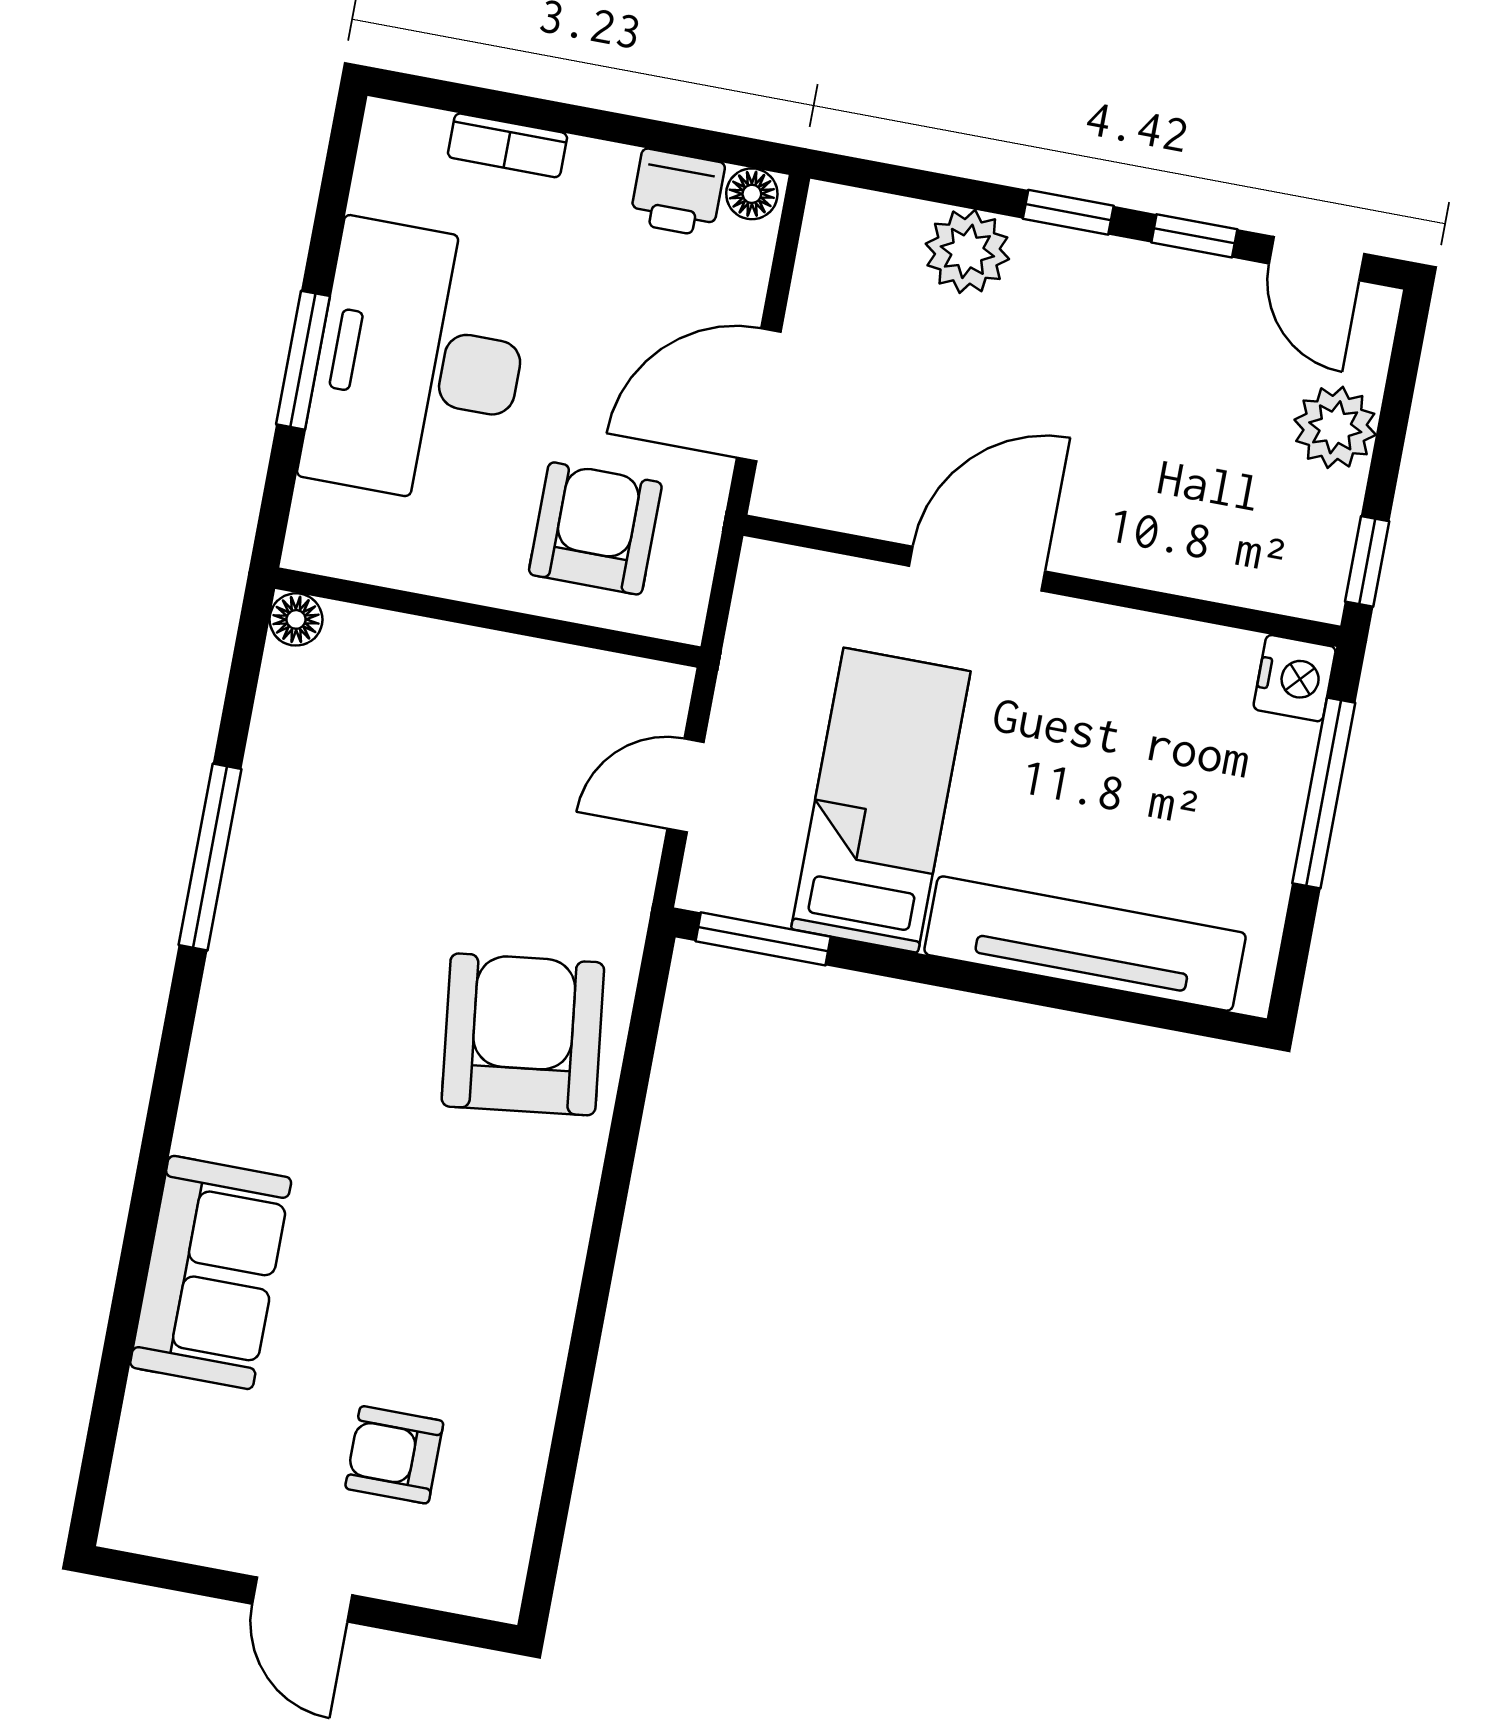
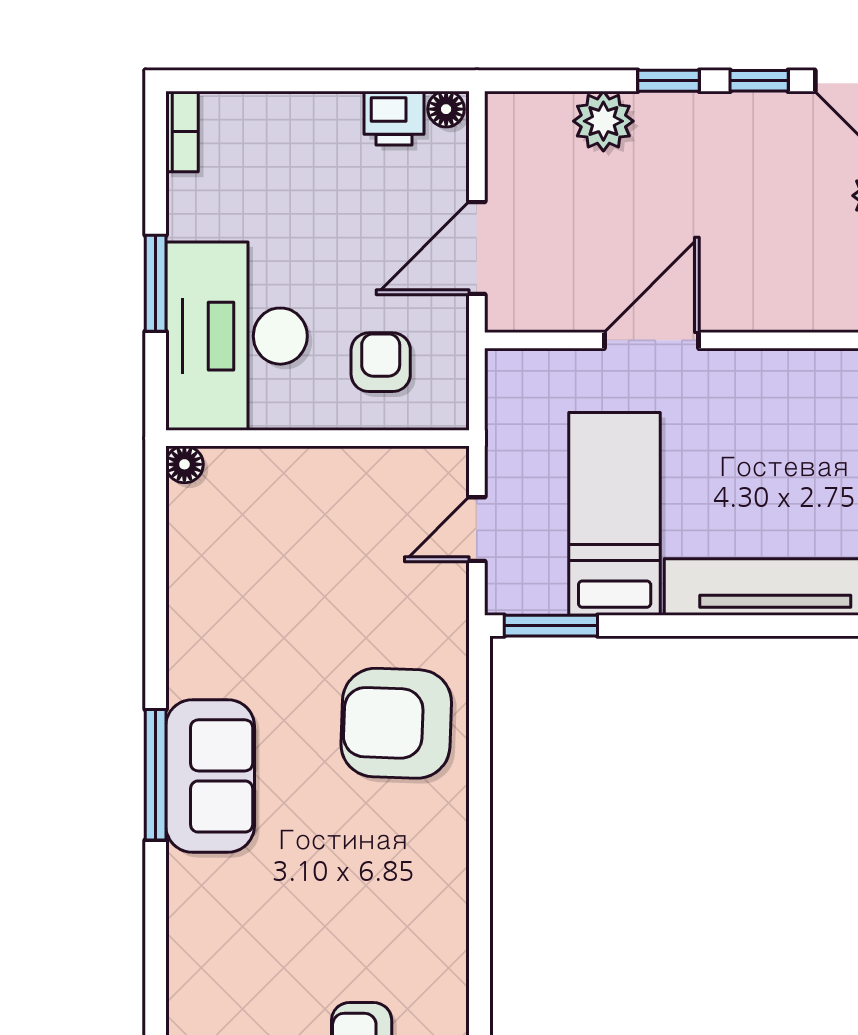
bookcase: (507, 145) -> (182, 131), moved, turned -90
desk: (419, 363) -> (236, 336), moved
armchair: (595, 528) -> (381, 362), width x0.72, depth x0.72
window: (210, 857) -> (156, 775), moved
armchair: (523, 1034) -> (396, 723), turned -81
sofa: (211, 1272) -> (210, 776), moved

